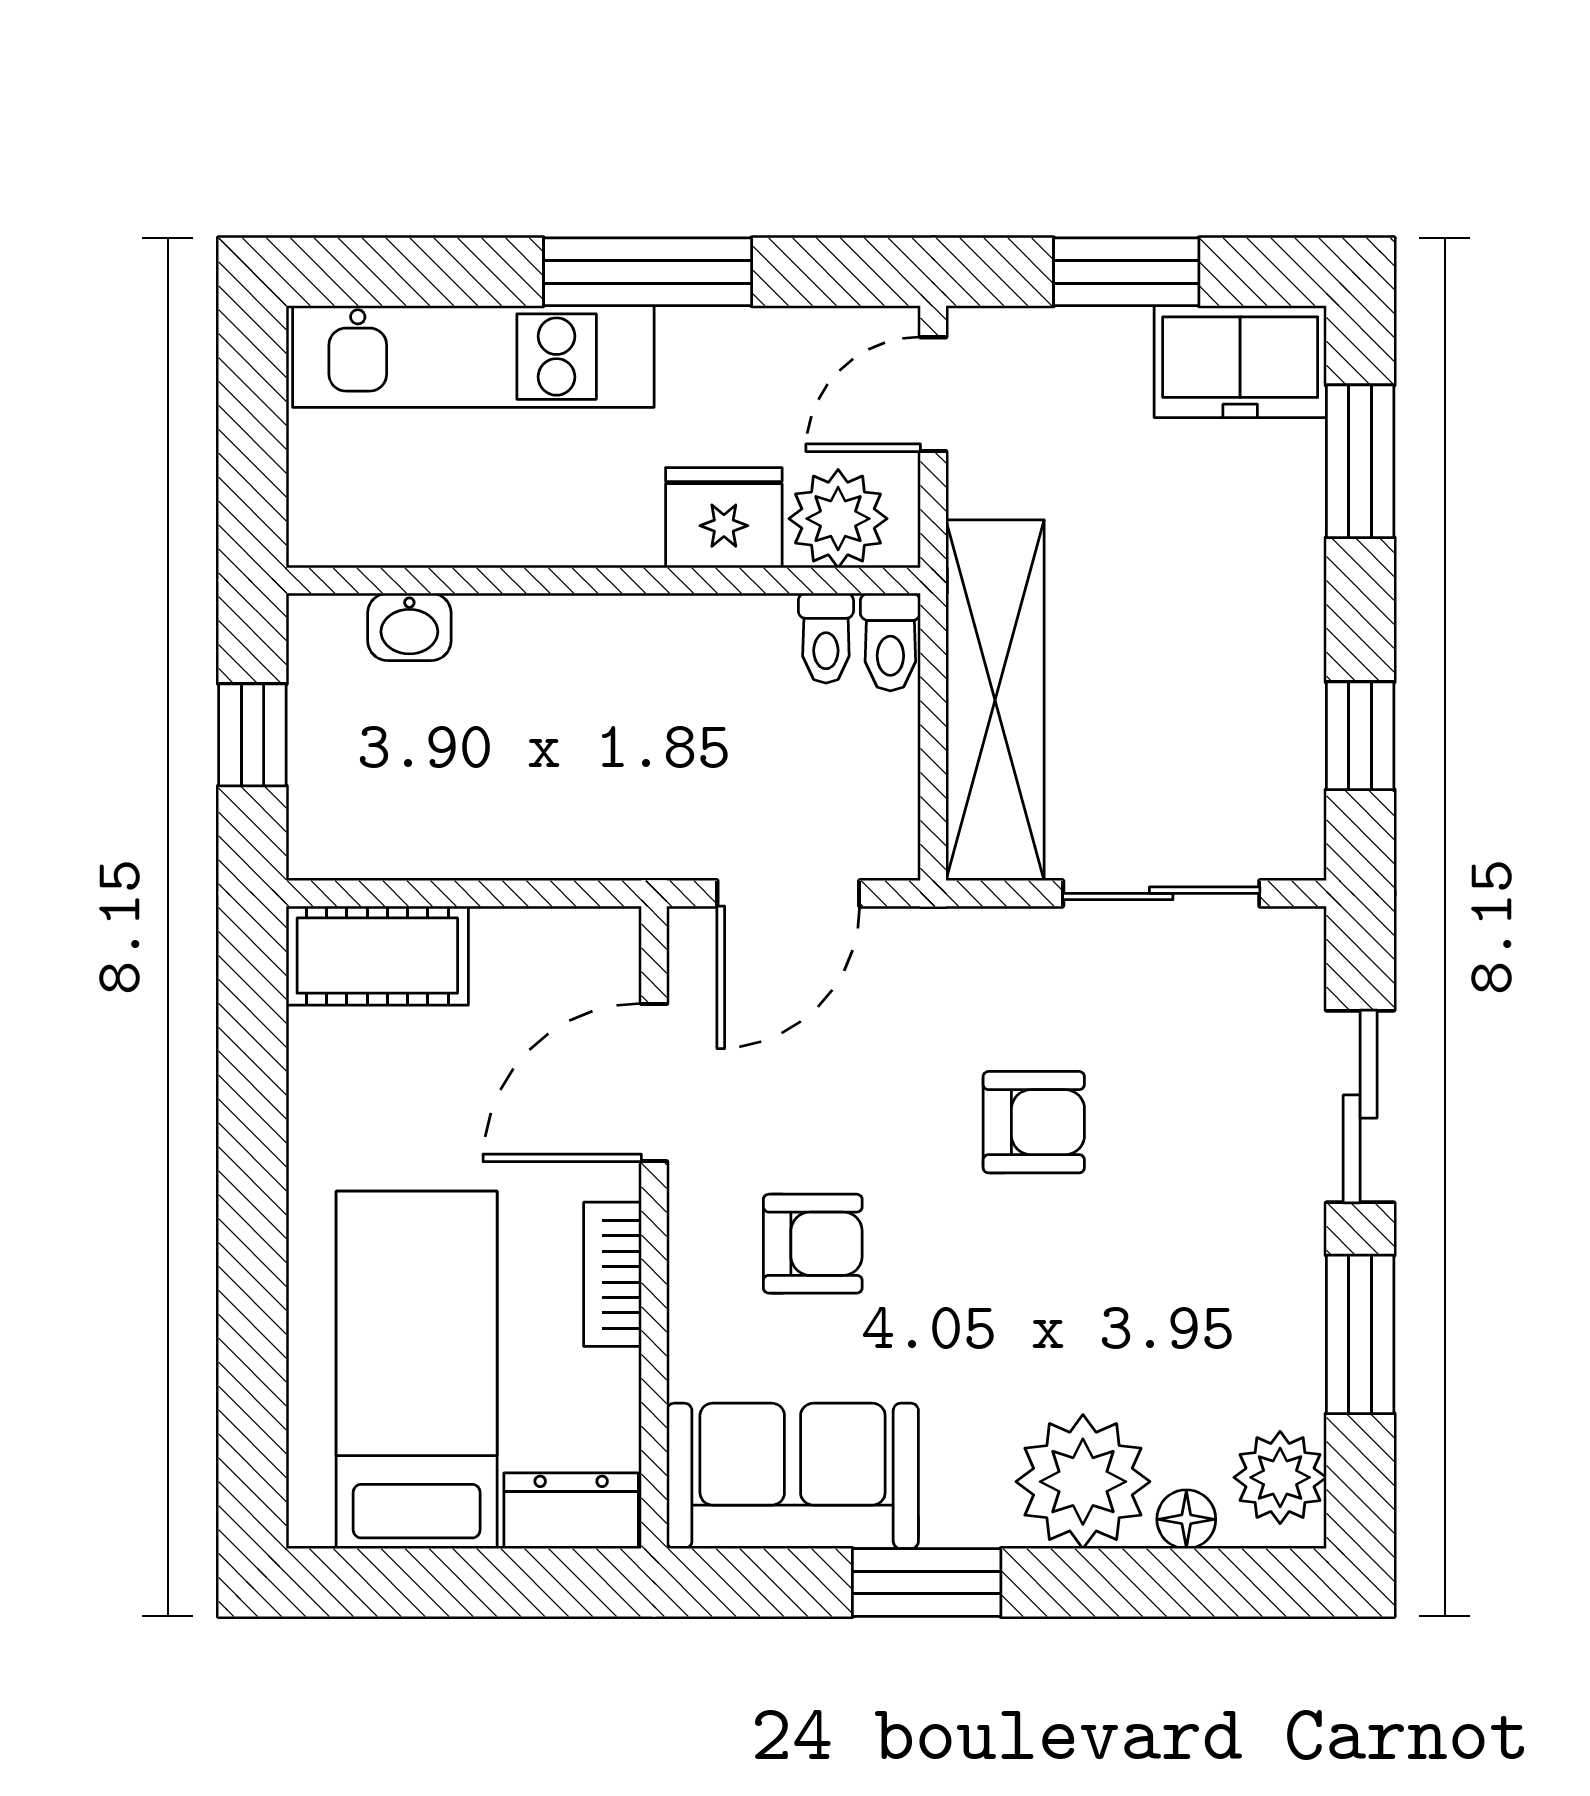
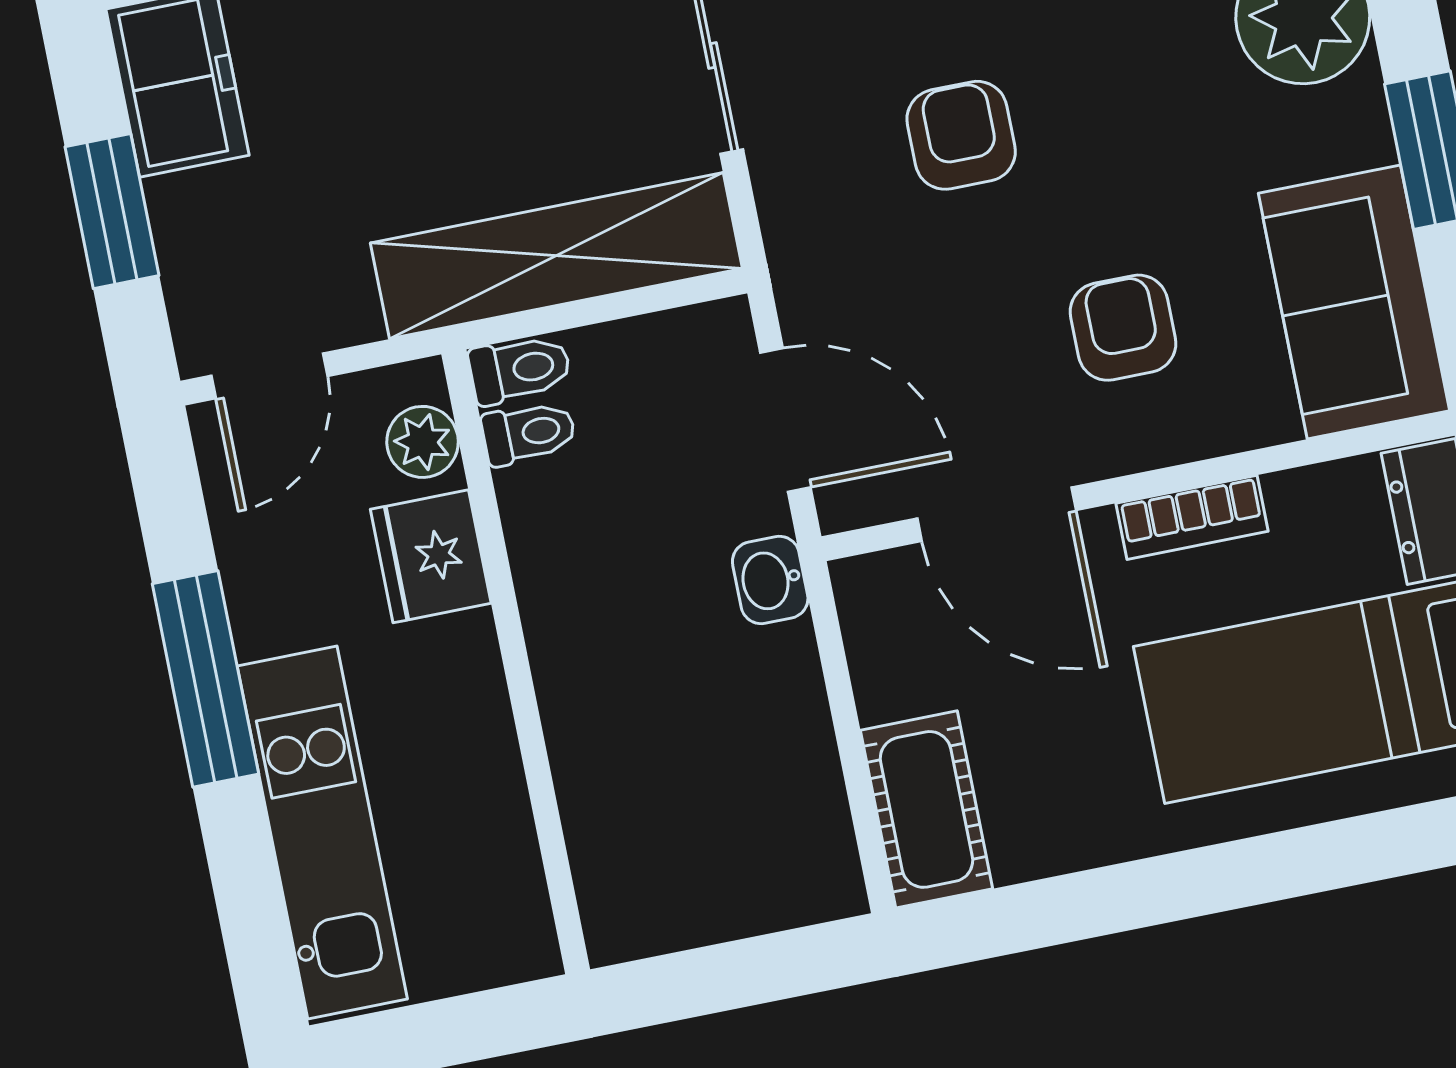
door: (933, 394) -> (269, 376), hinge flipped
plant: (838, 519) -> (423, 442), width x0.73, depth x0.73
washbasin: (409, 627) -> (770, 580), moved, turned 180
window: (252, 735) -> (735, 975), removed

